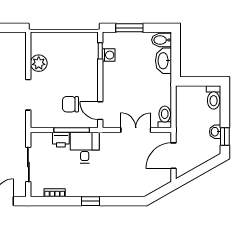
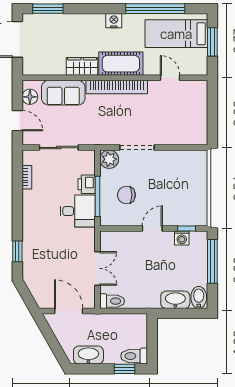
window: (129, 28) -> (212, 261), width x1.44
plant: (39, 63) -> (109, 159), moved
chair: (71, 104) -> (126, 195), turned -90
door: (100, 111) -> (152, 228), moved
washbasin: (215, 132) -> (88, 355), width x1.91, depth x1.45
window: (225, 137) -> (125, 369), moved
window: (90, 201) -> (17, 251), moved

